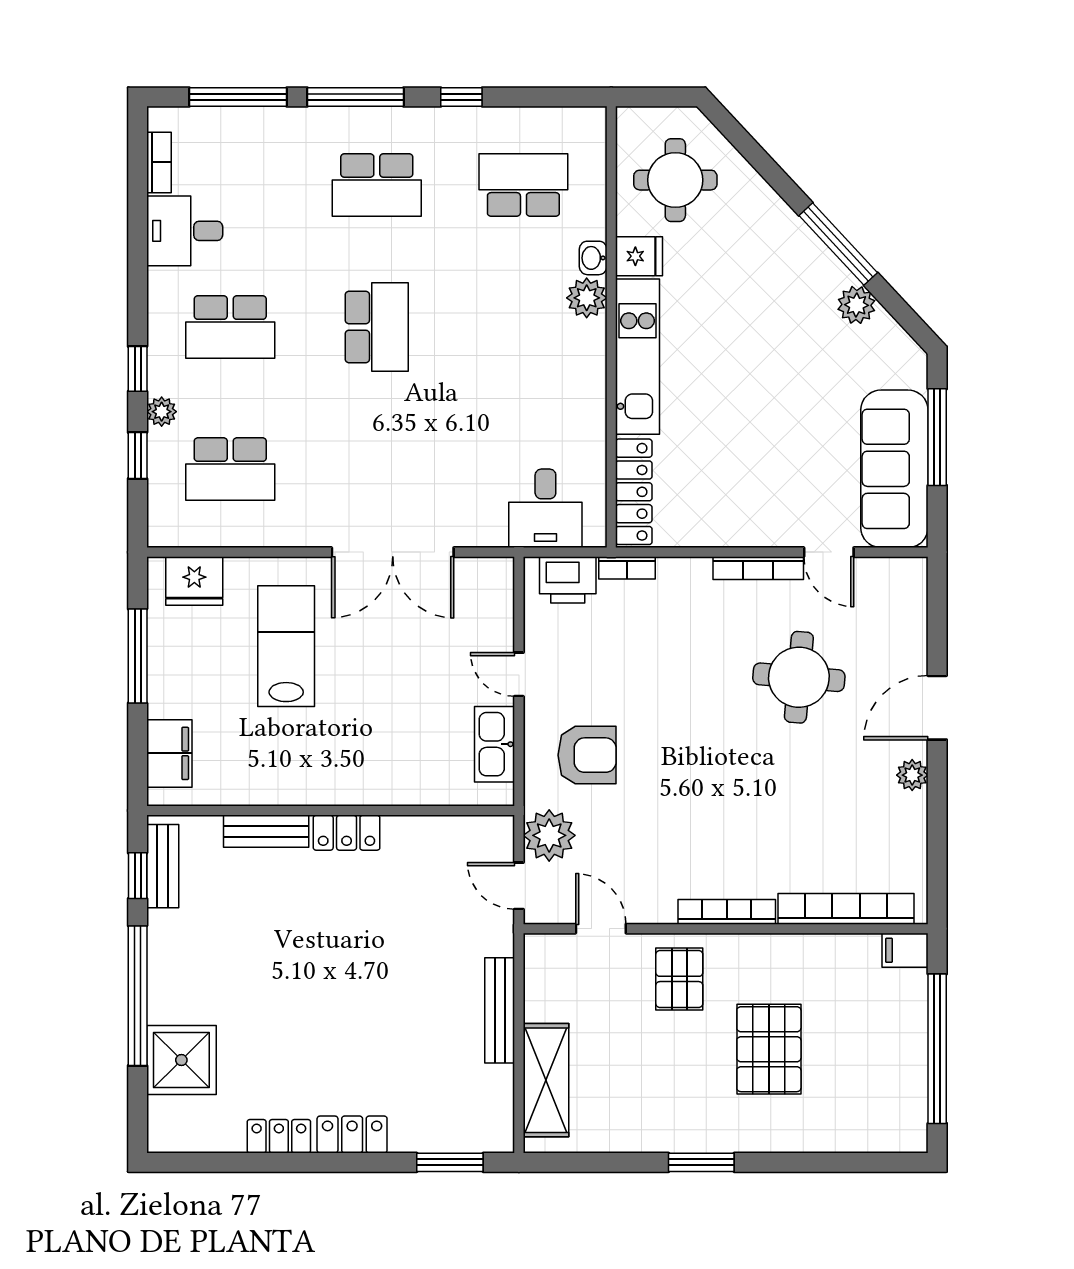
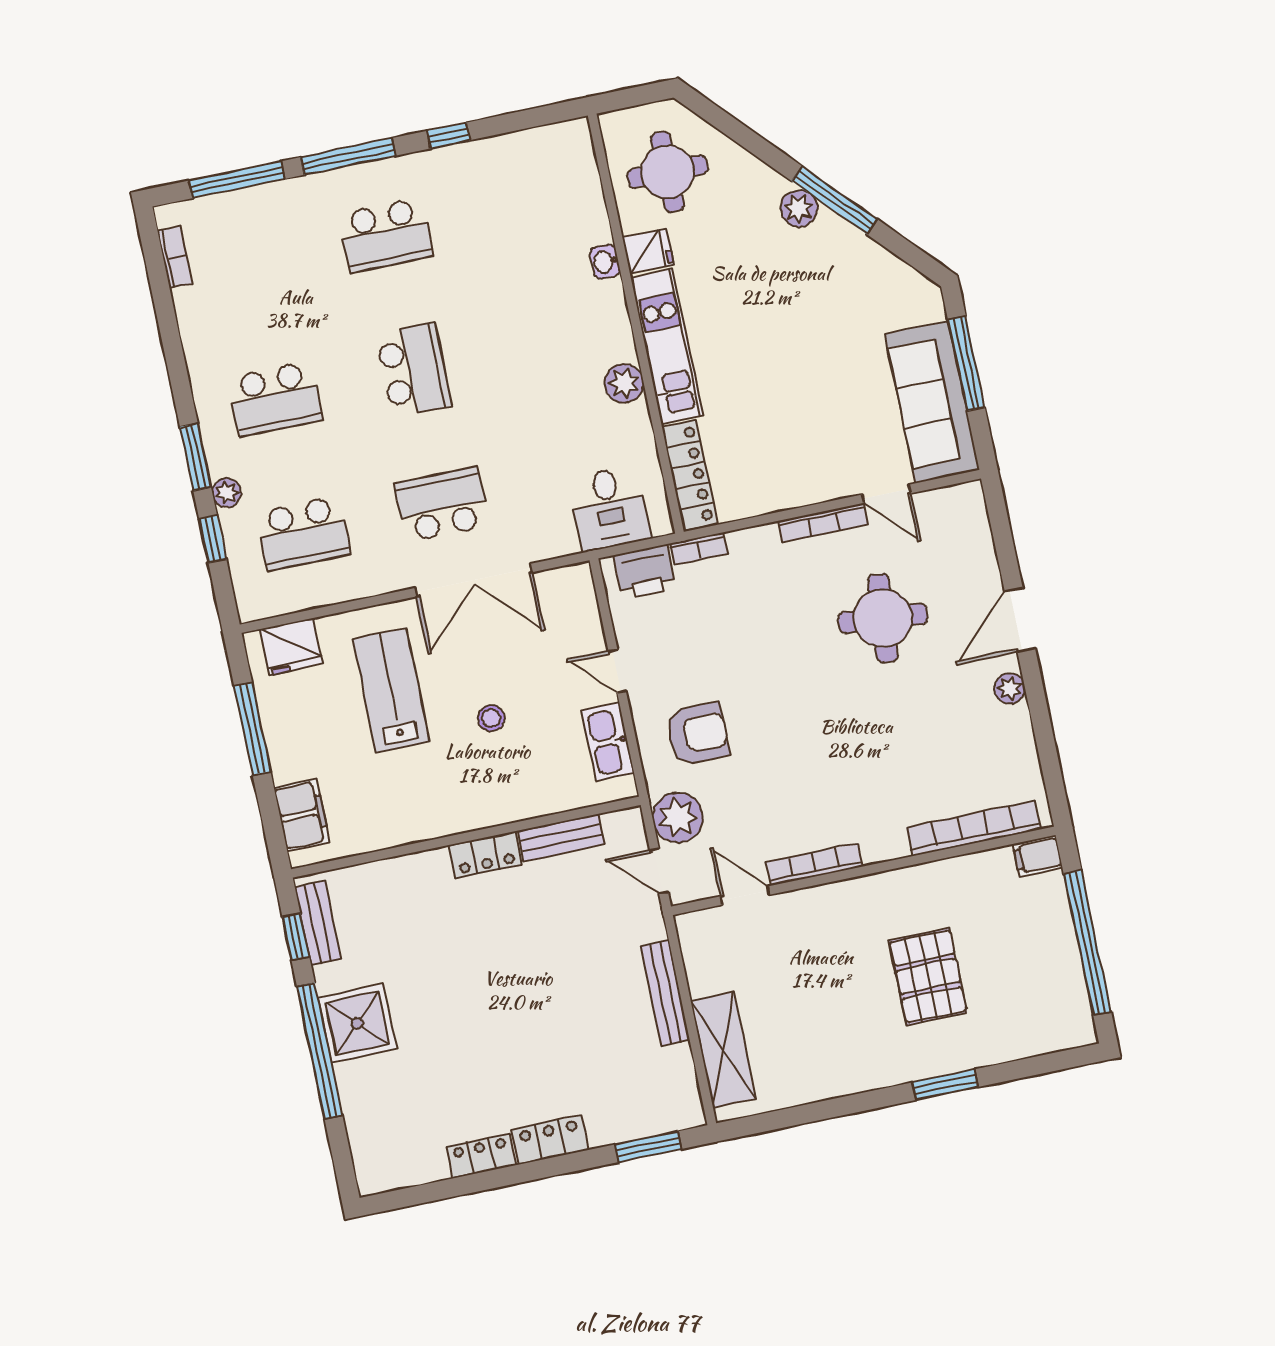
school desk: (523, 185) -> (442, 505), moved
desk: (185, 231) -> (213, 317), removed
plant: (587, 298) -> (624, 383), moved
plant: (856, 305) -> (799, 209), moved
window: (138, 369) -> (196, 457), width x1.50
stool: (381, 696) -> (491, 718), added
bench: (266, 831) -> (561, 838), moved
bookcase: (727, 912) -> (814, 864), moved
pallet: (679, 979) -> (829, 928), removed
shower: (181, 1060) -> (357, 1023), moved
window: (701, 1162) -> (945, 1085), moved

